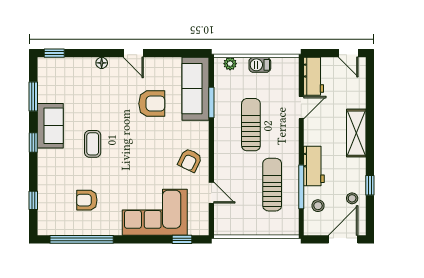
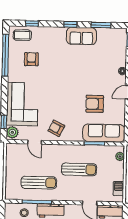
barbecue: (260, 65) -> (118, 189), moved
armchair: (152, 104) -> (95, 104), turned 90
coffee table: (93, 144) -> (22, 35), moved
door: (211, 193) -> (35, 142), hinge flipped
plant: (197, 226) -> (12, 132), added

